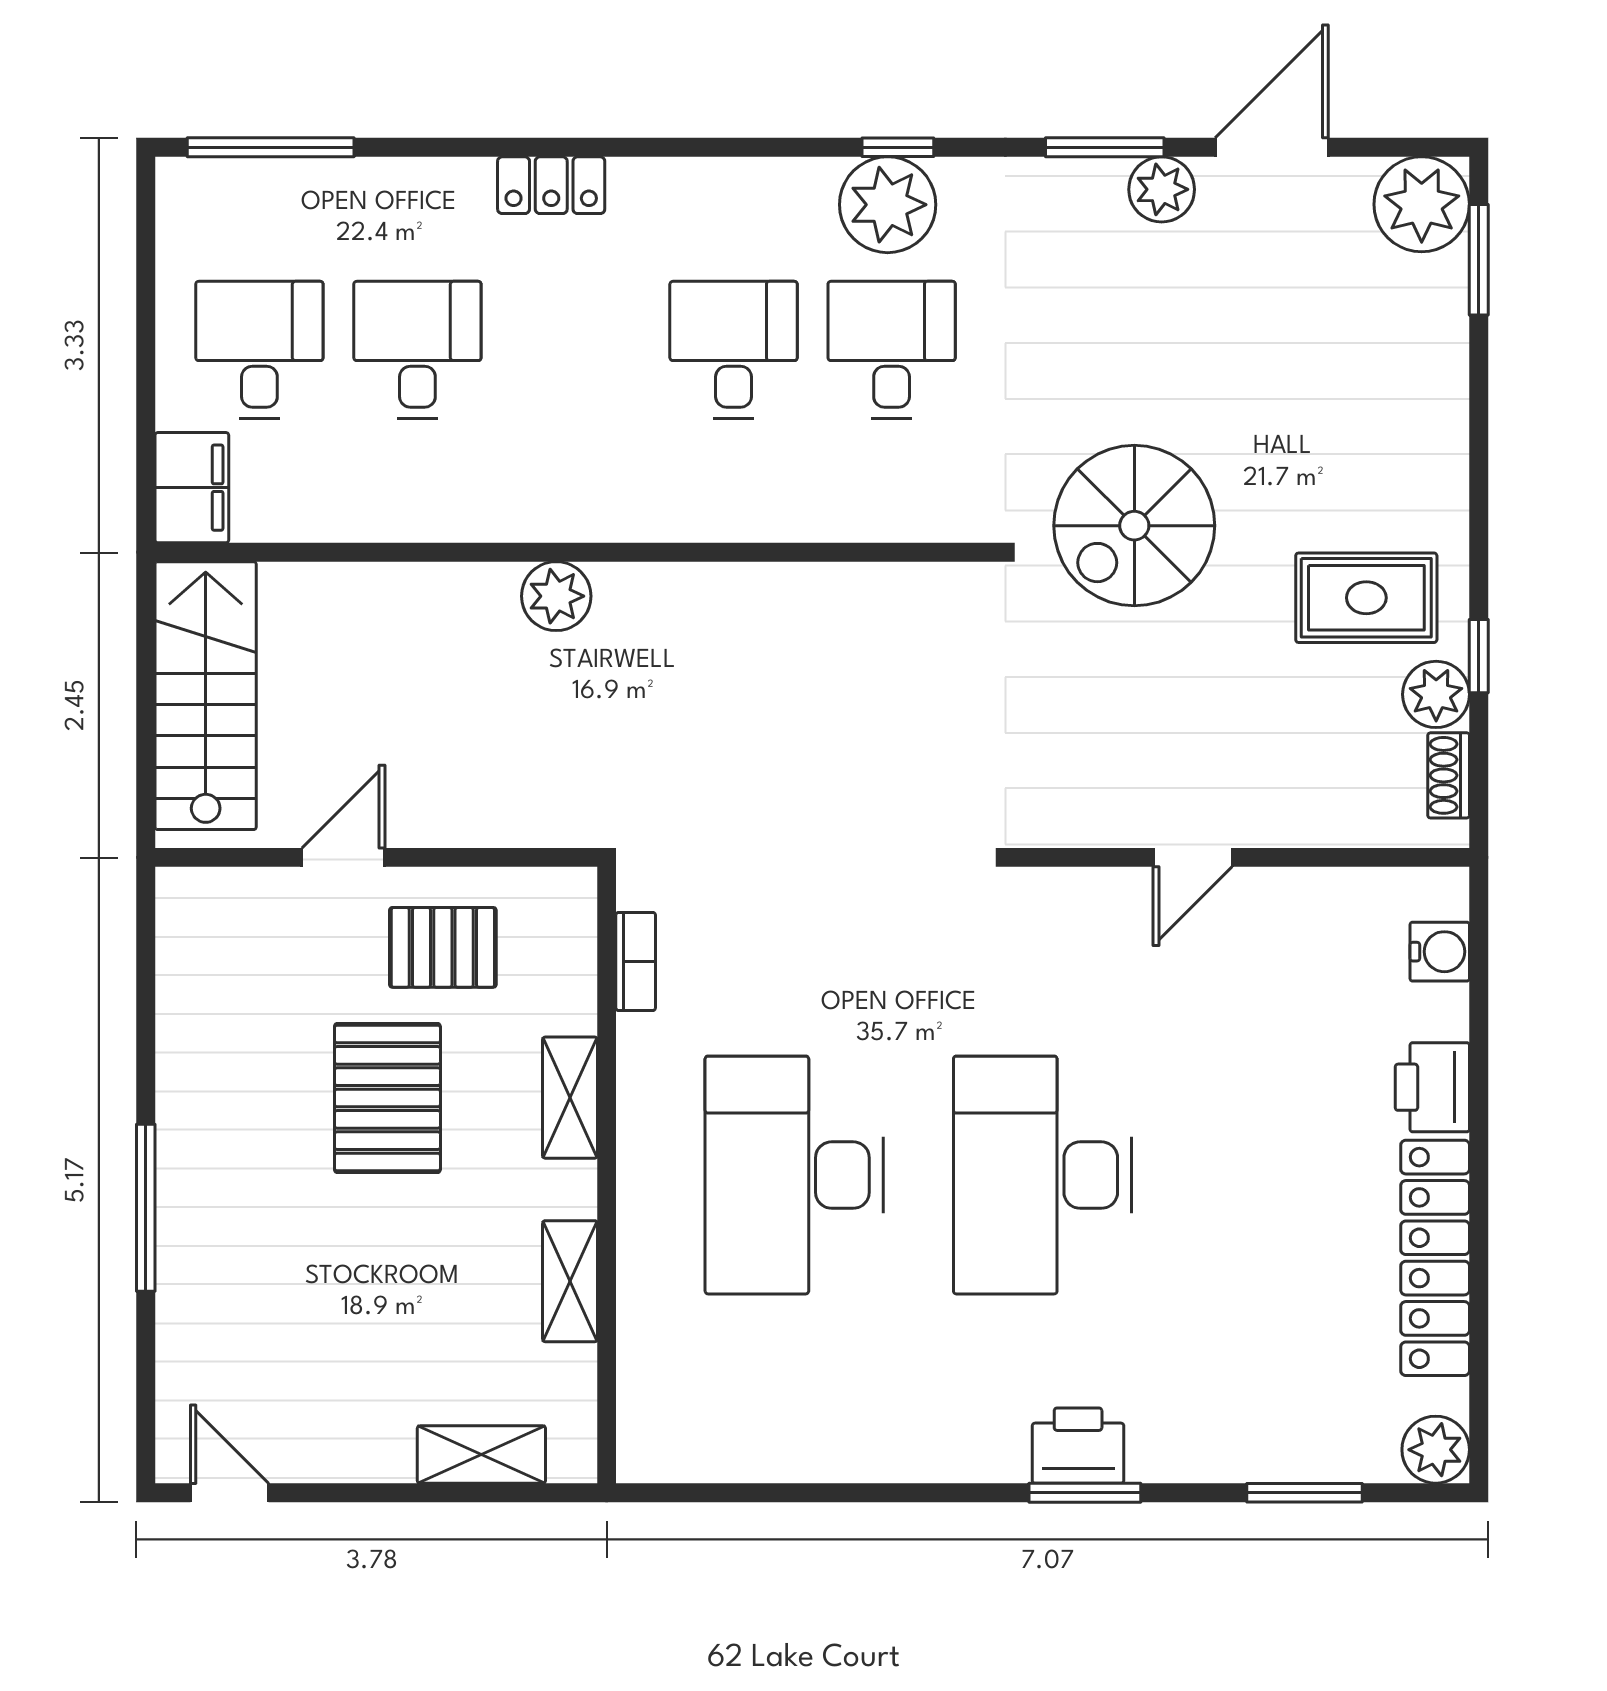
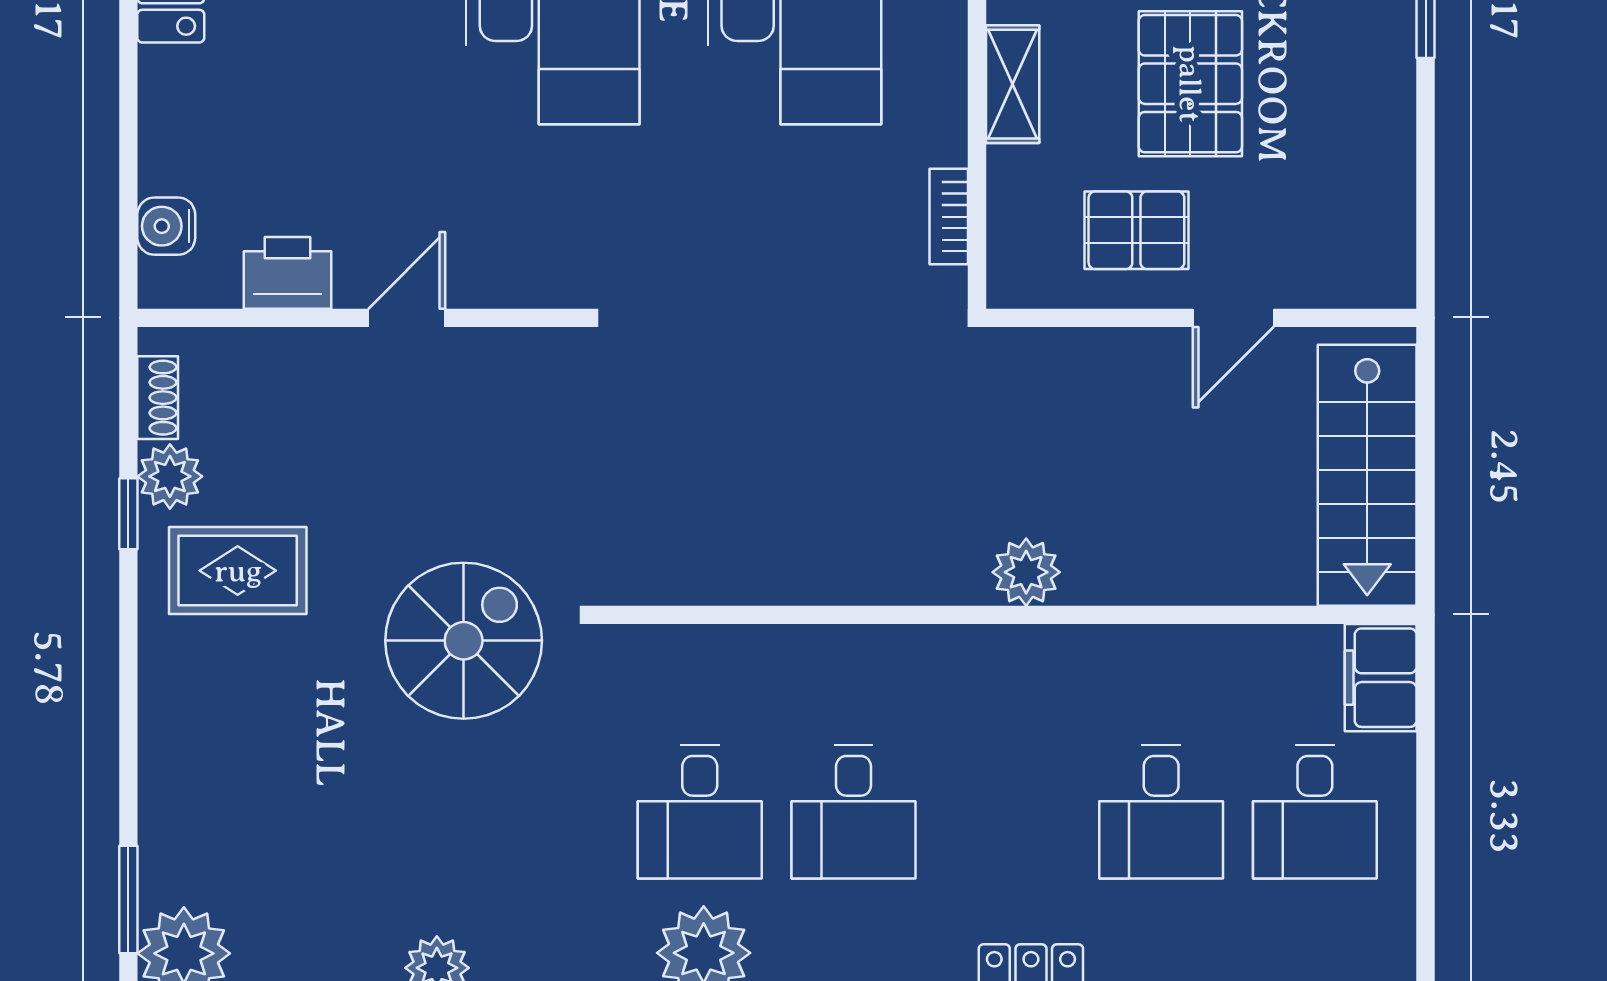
printer: (1432, 1087) -> (288, 273), moved, turned -90

